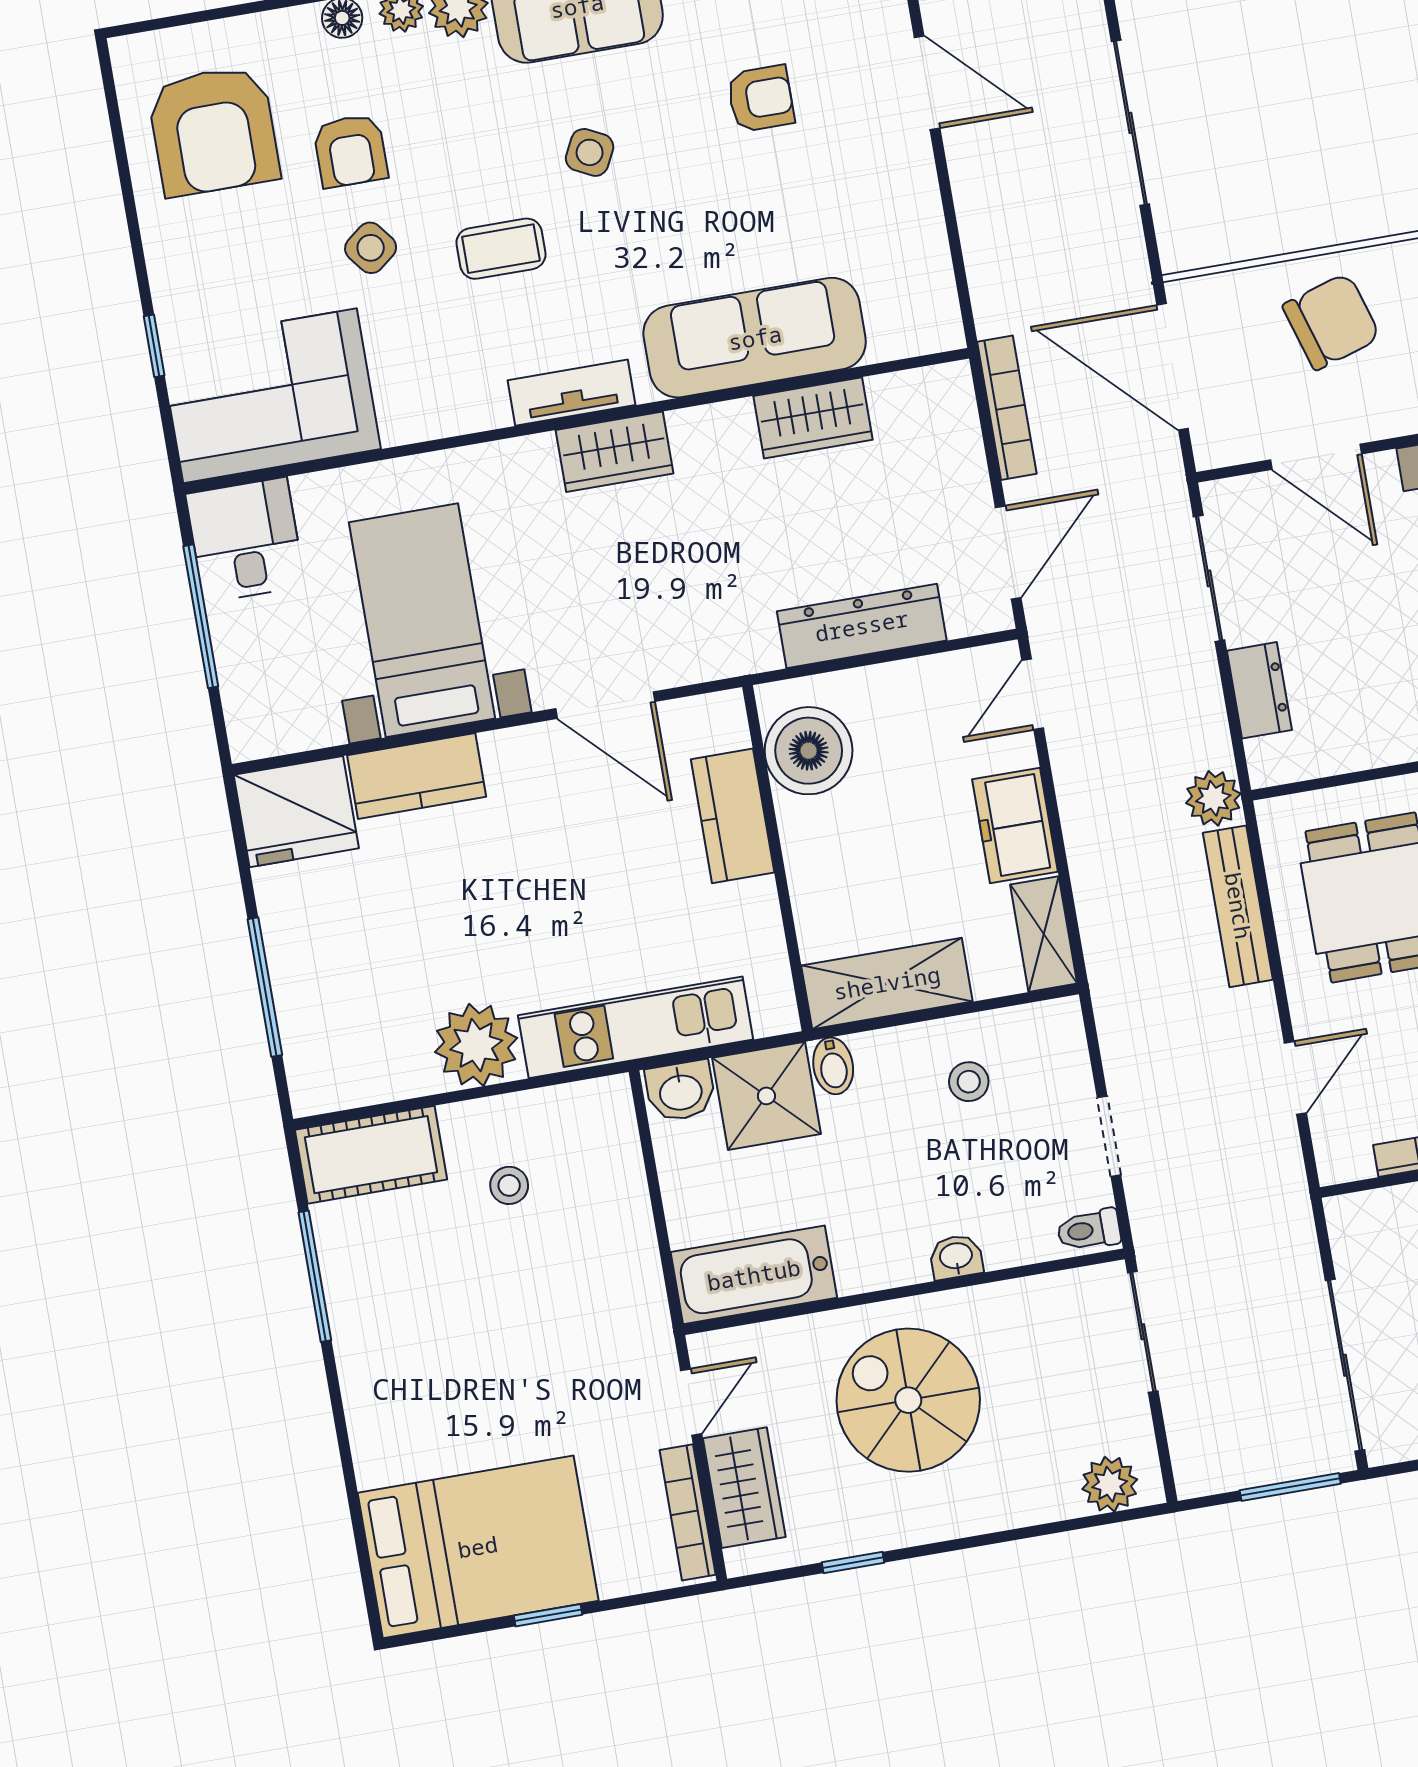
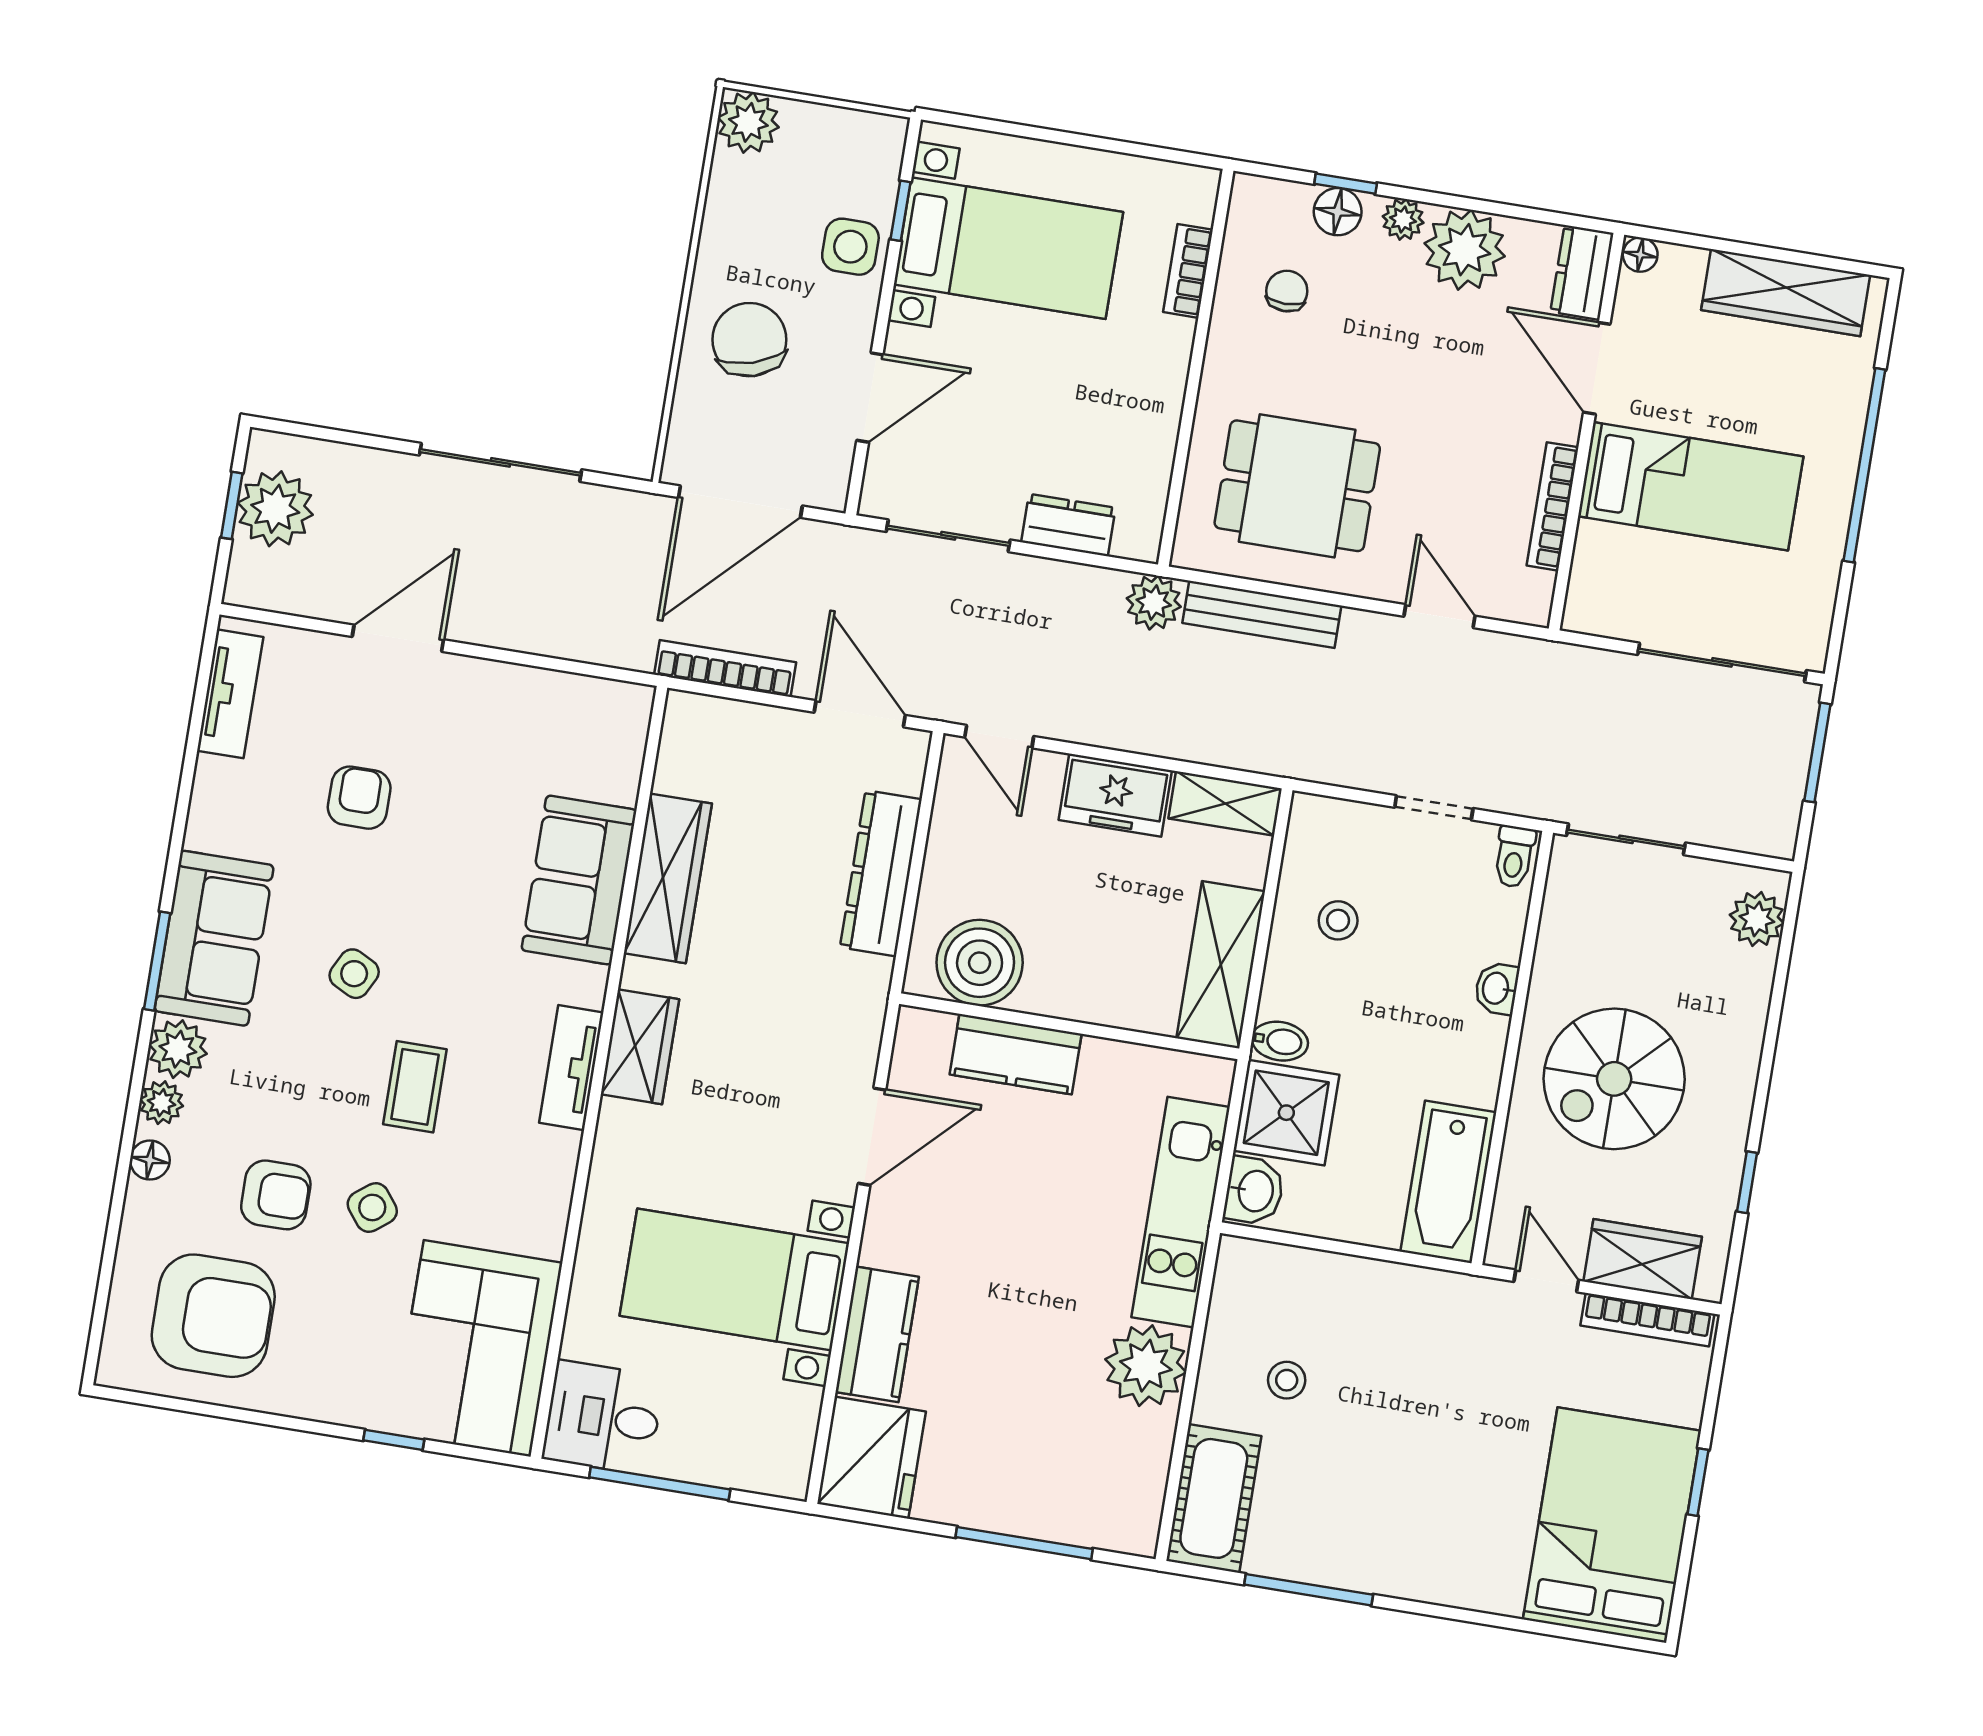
sofa: (755, 338) -> (579, 880), width x0.73
wardrobe: (813, 418) -> (668, 878), width x1.50

